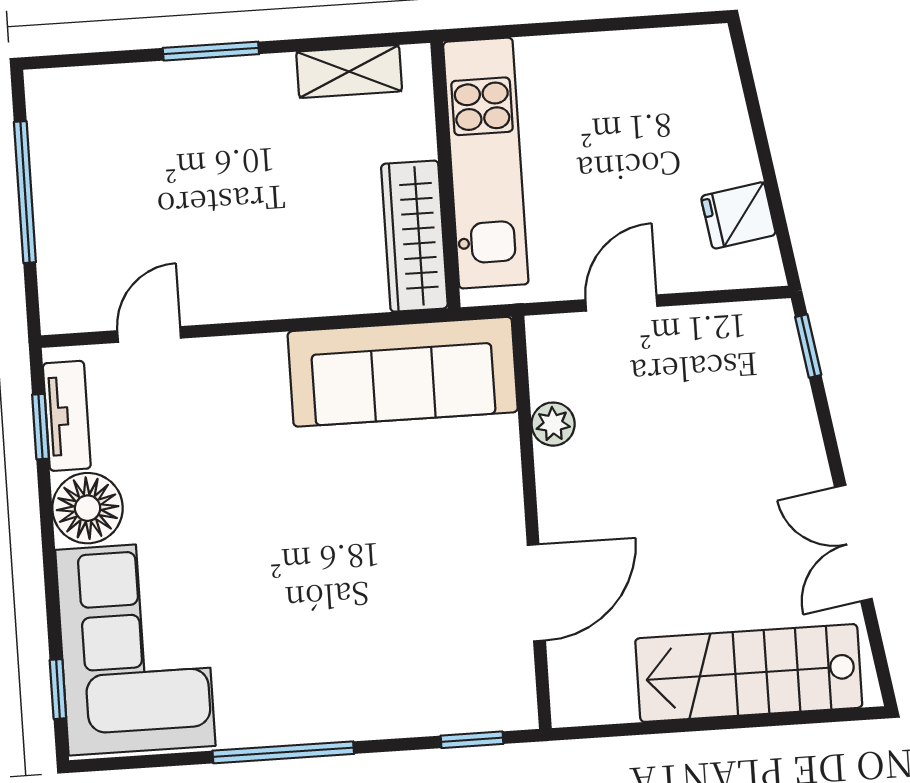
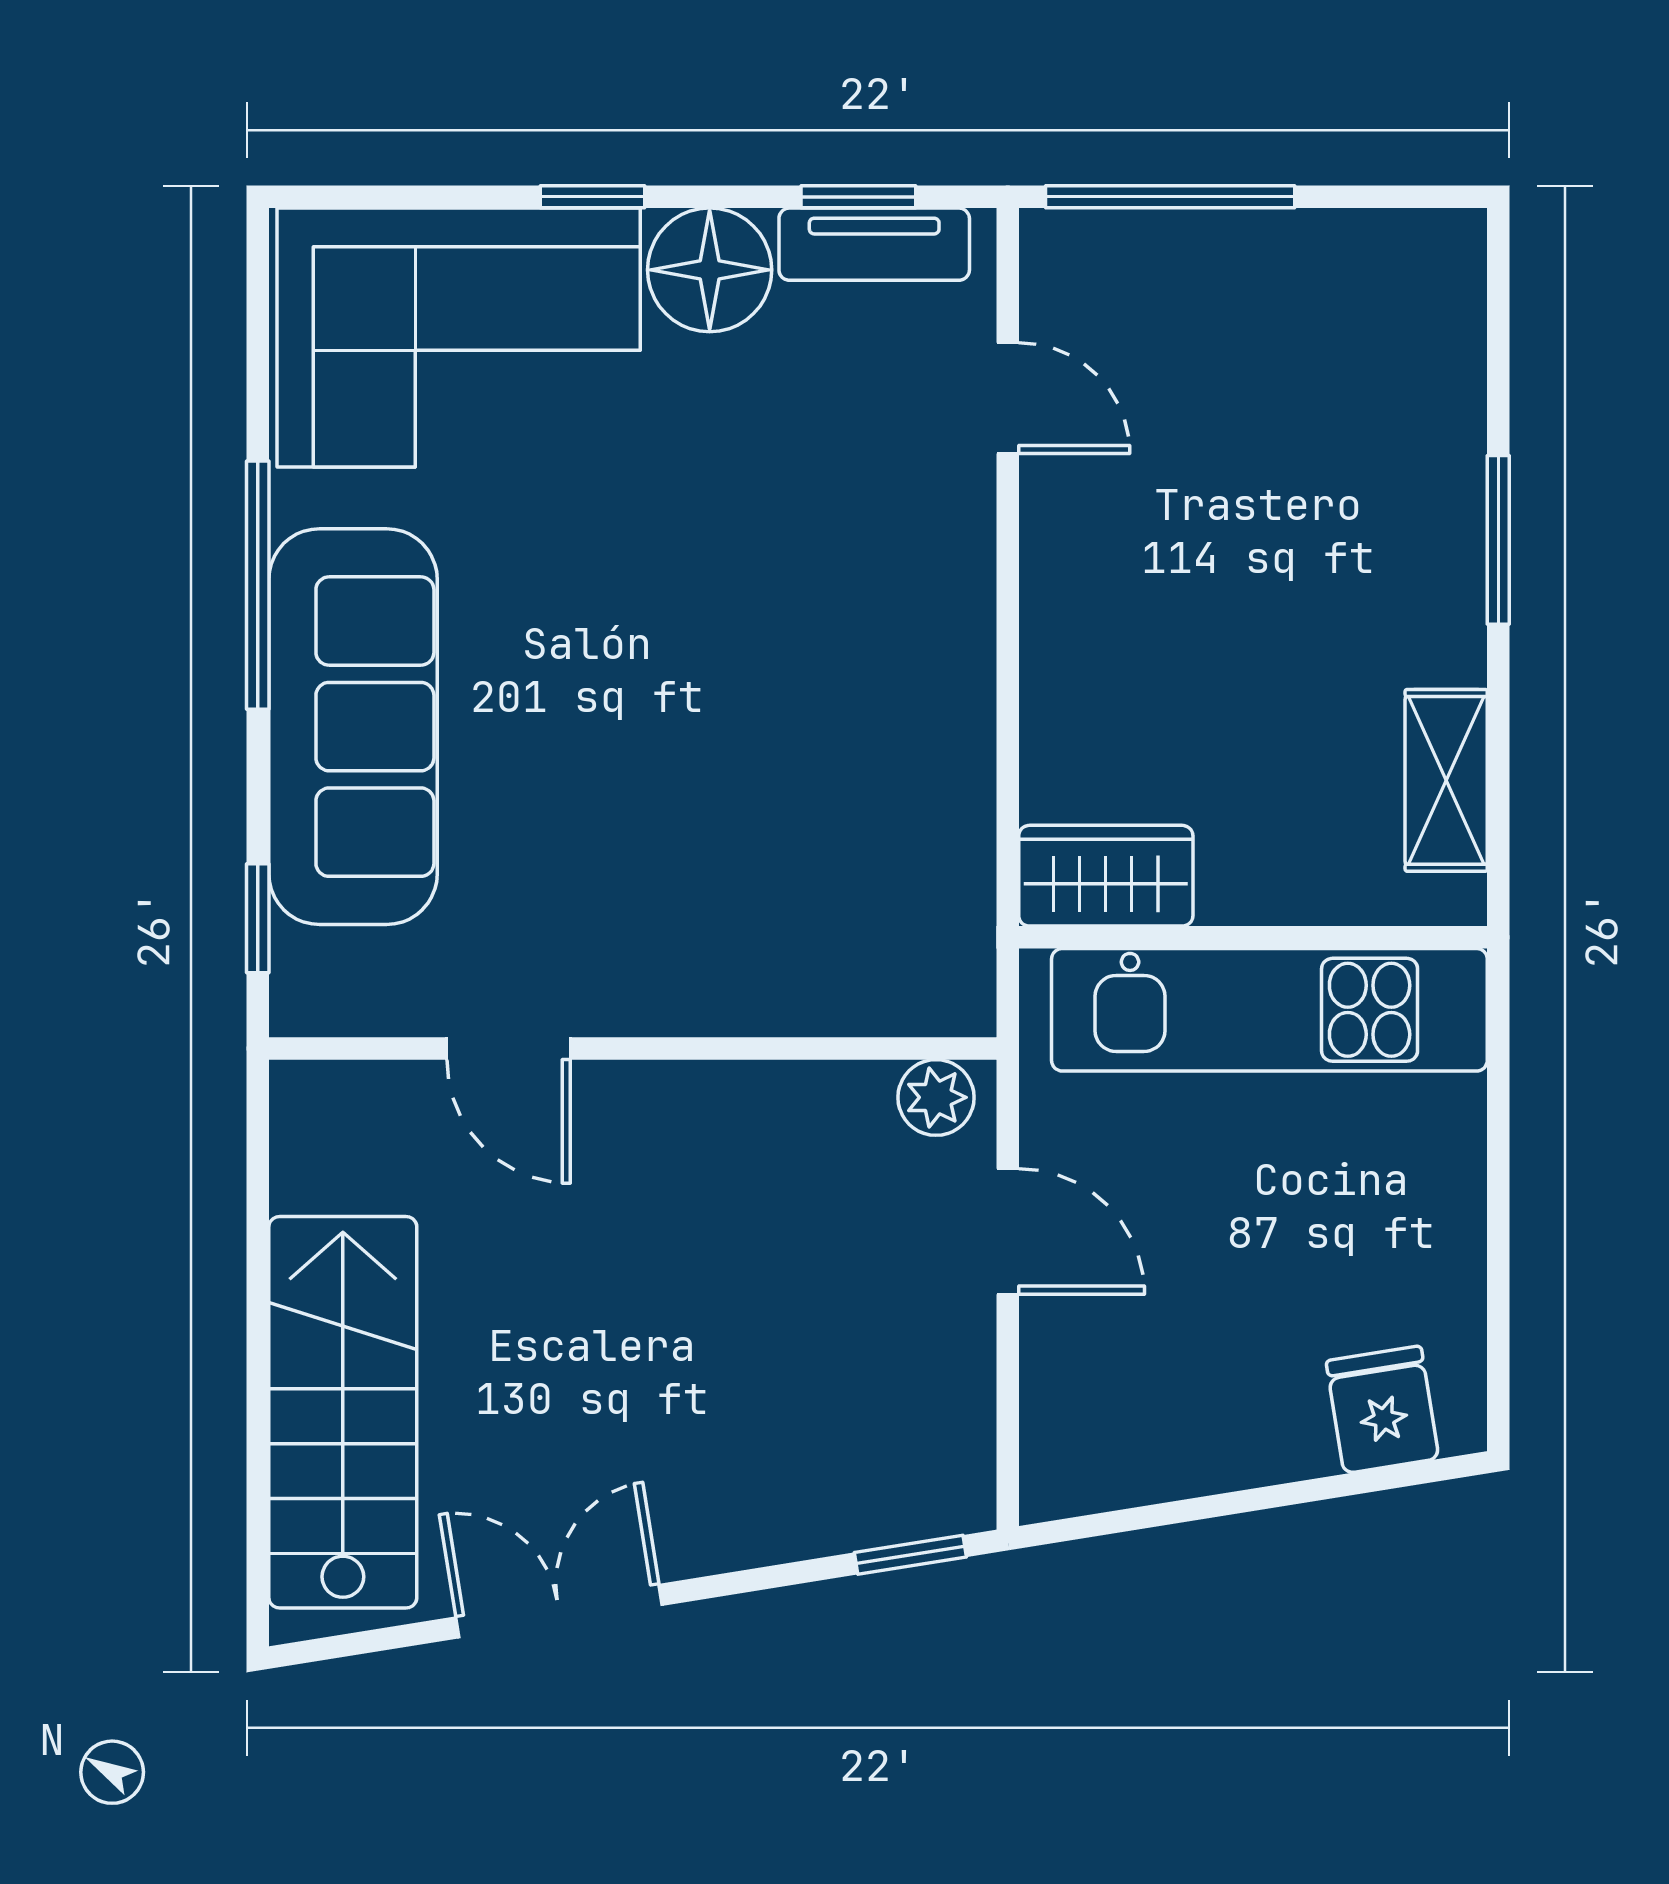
window: (25, 192) -> (1170, 197), moved
fridge: (738, 215) -> (1382, 1410), moved
wardrobe: (414, 236) -> (1106, 876), width x0.67
sofa: (403, 372) -> (353, 727), moved, turned 180
plant: (553, 424) -> (936, 1097), moved
door: (536, 593) -> (509, 1048), width x0.73
window: (58, 689) -> (592, 197), moved

